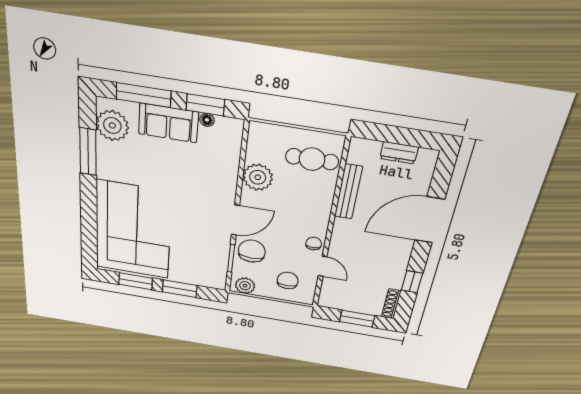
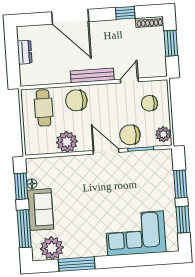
bench: (348, 192) -> (92, 75), moved
corner sofa: (133, 230) -> (136, 233), width x0.73, depth x0.74
chair: (314, 244) -> (76, 100), moved, width x1.87, depth x1.87

